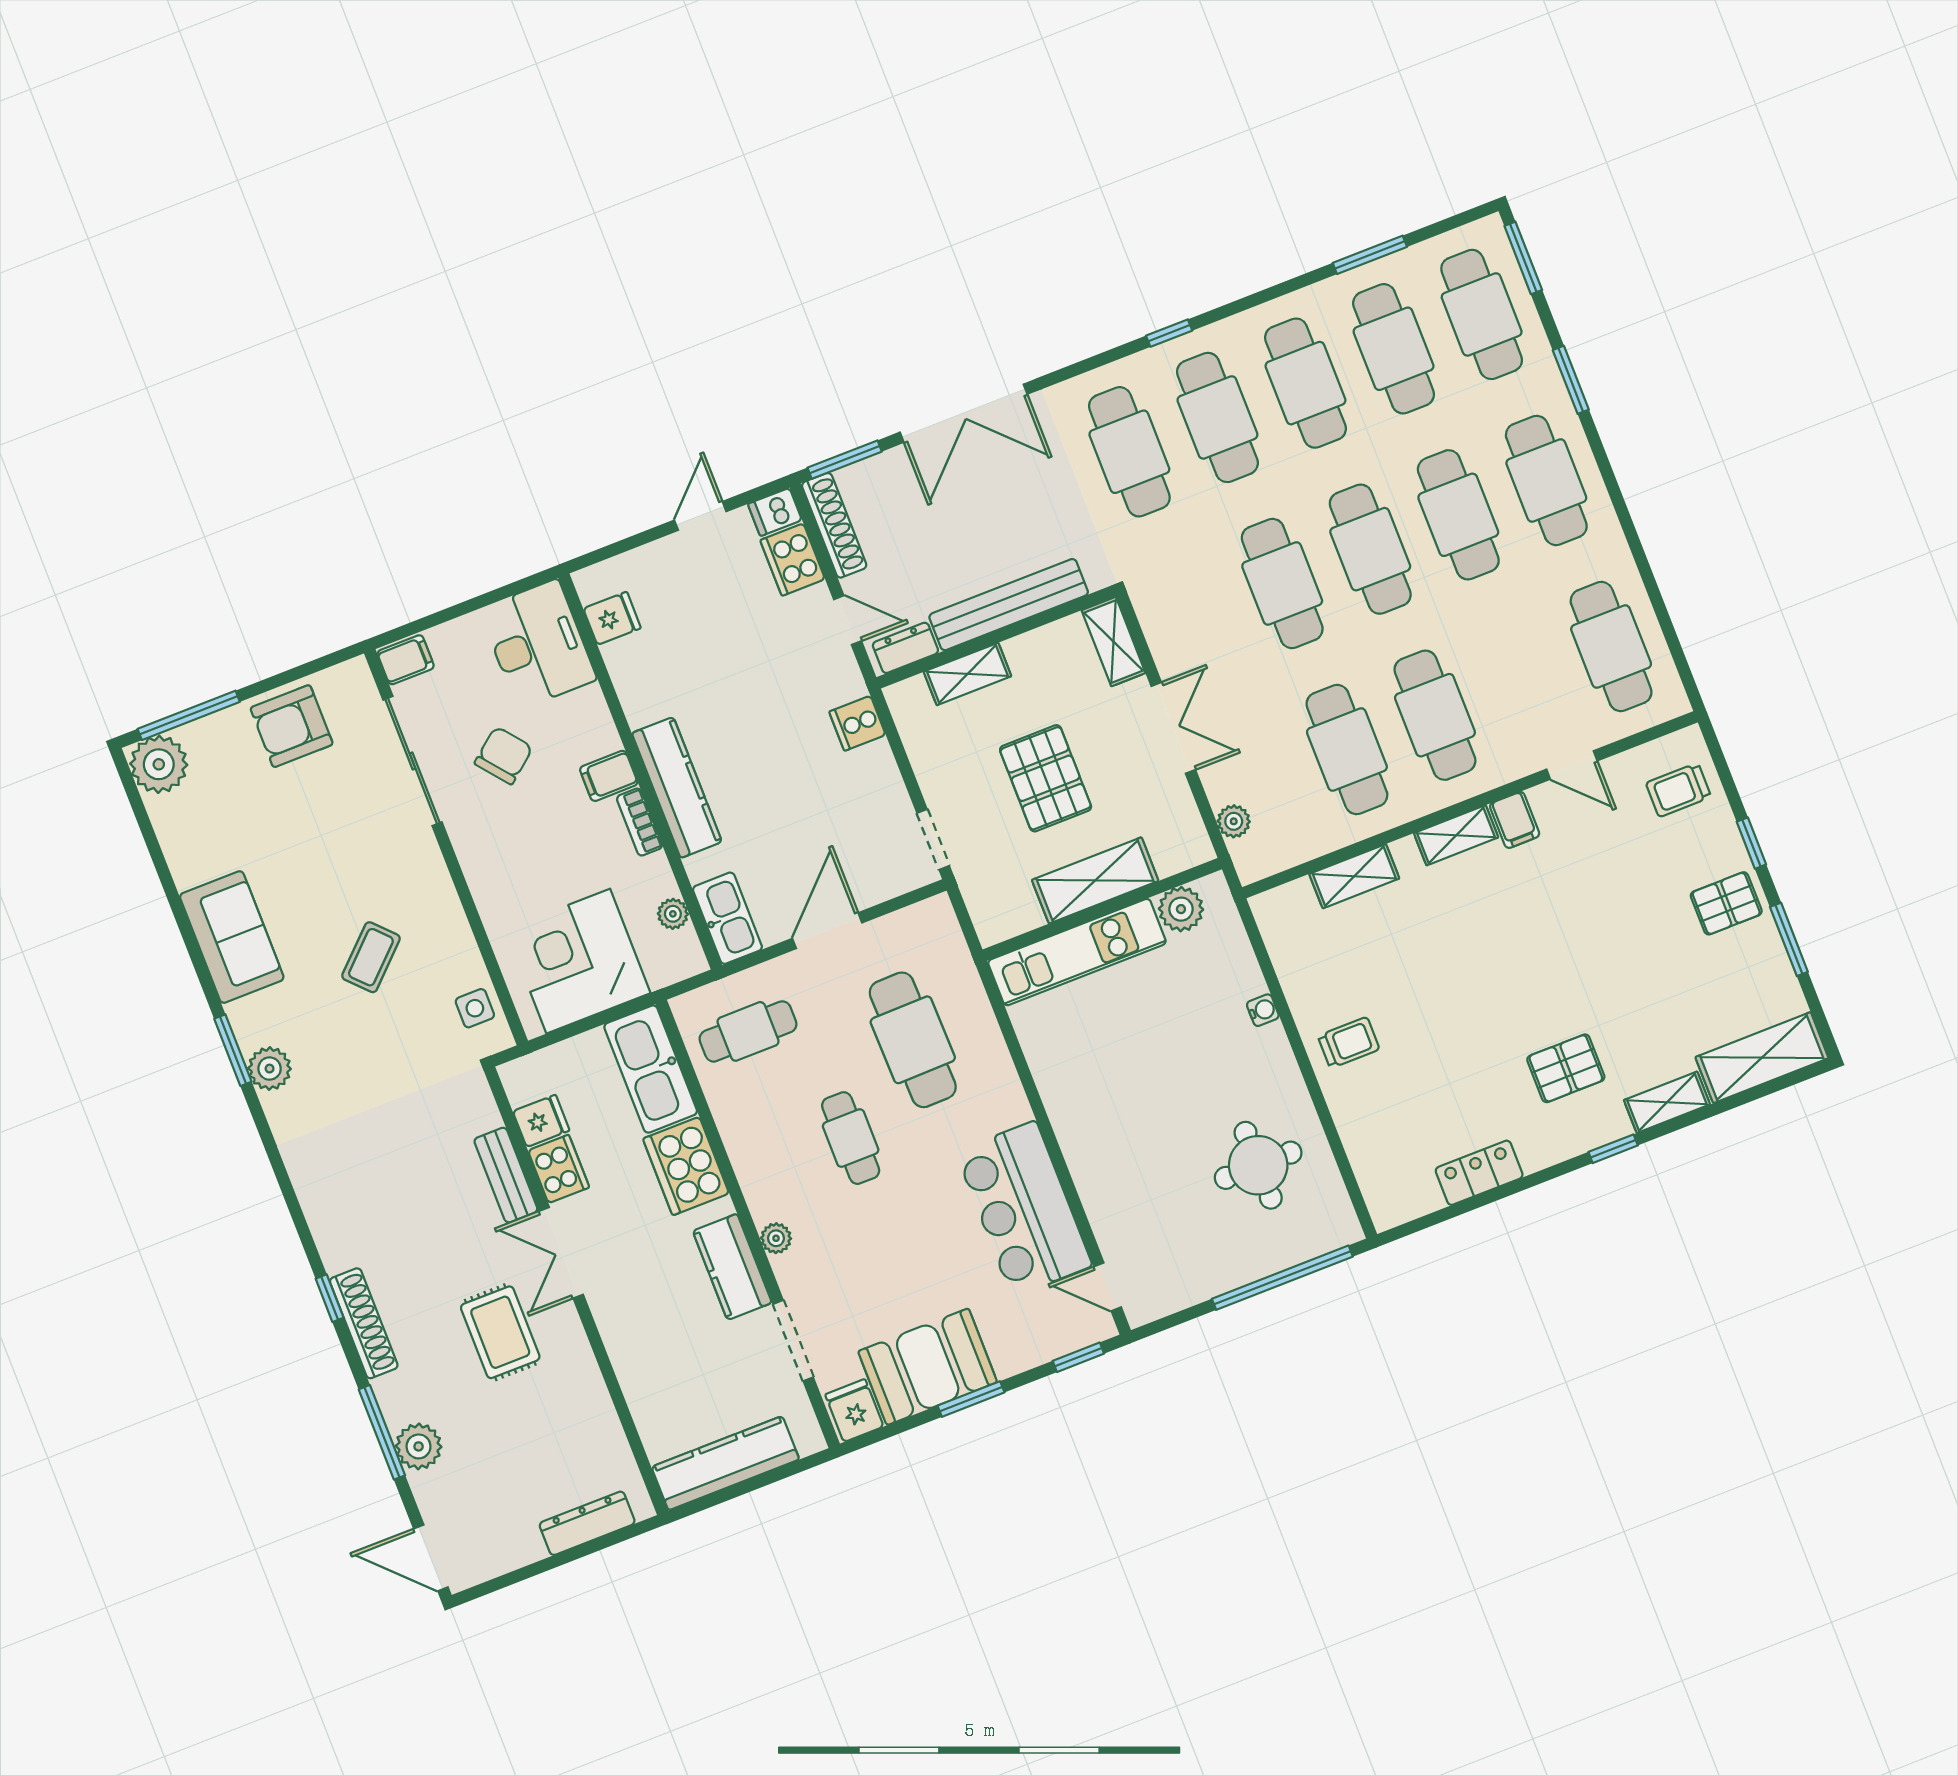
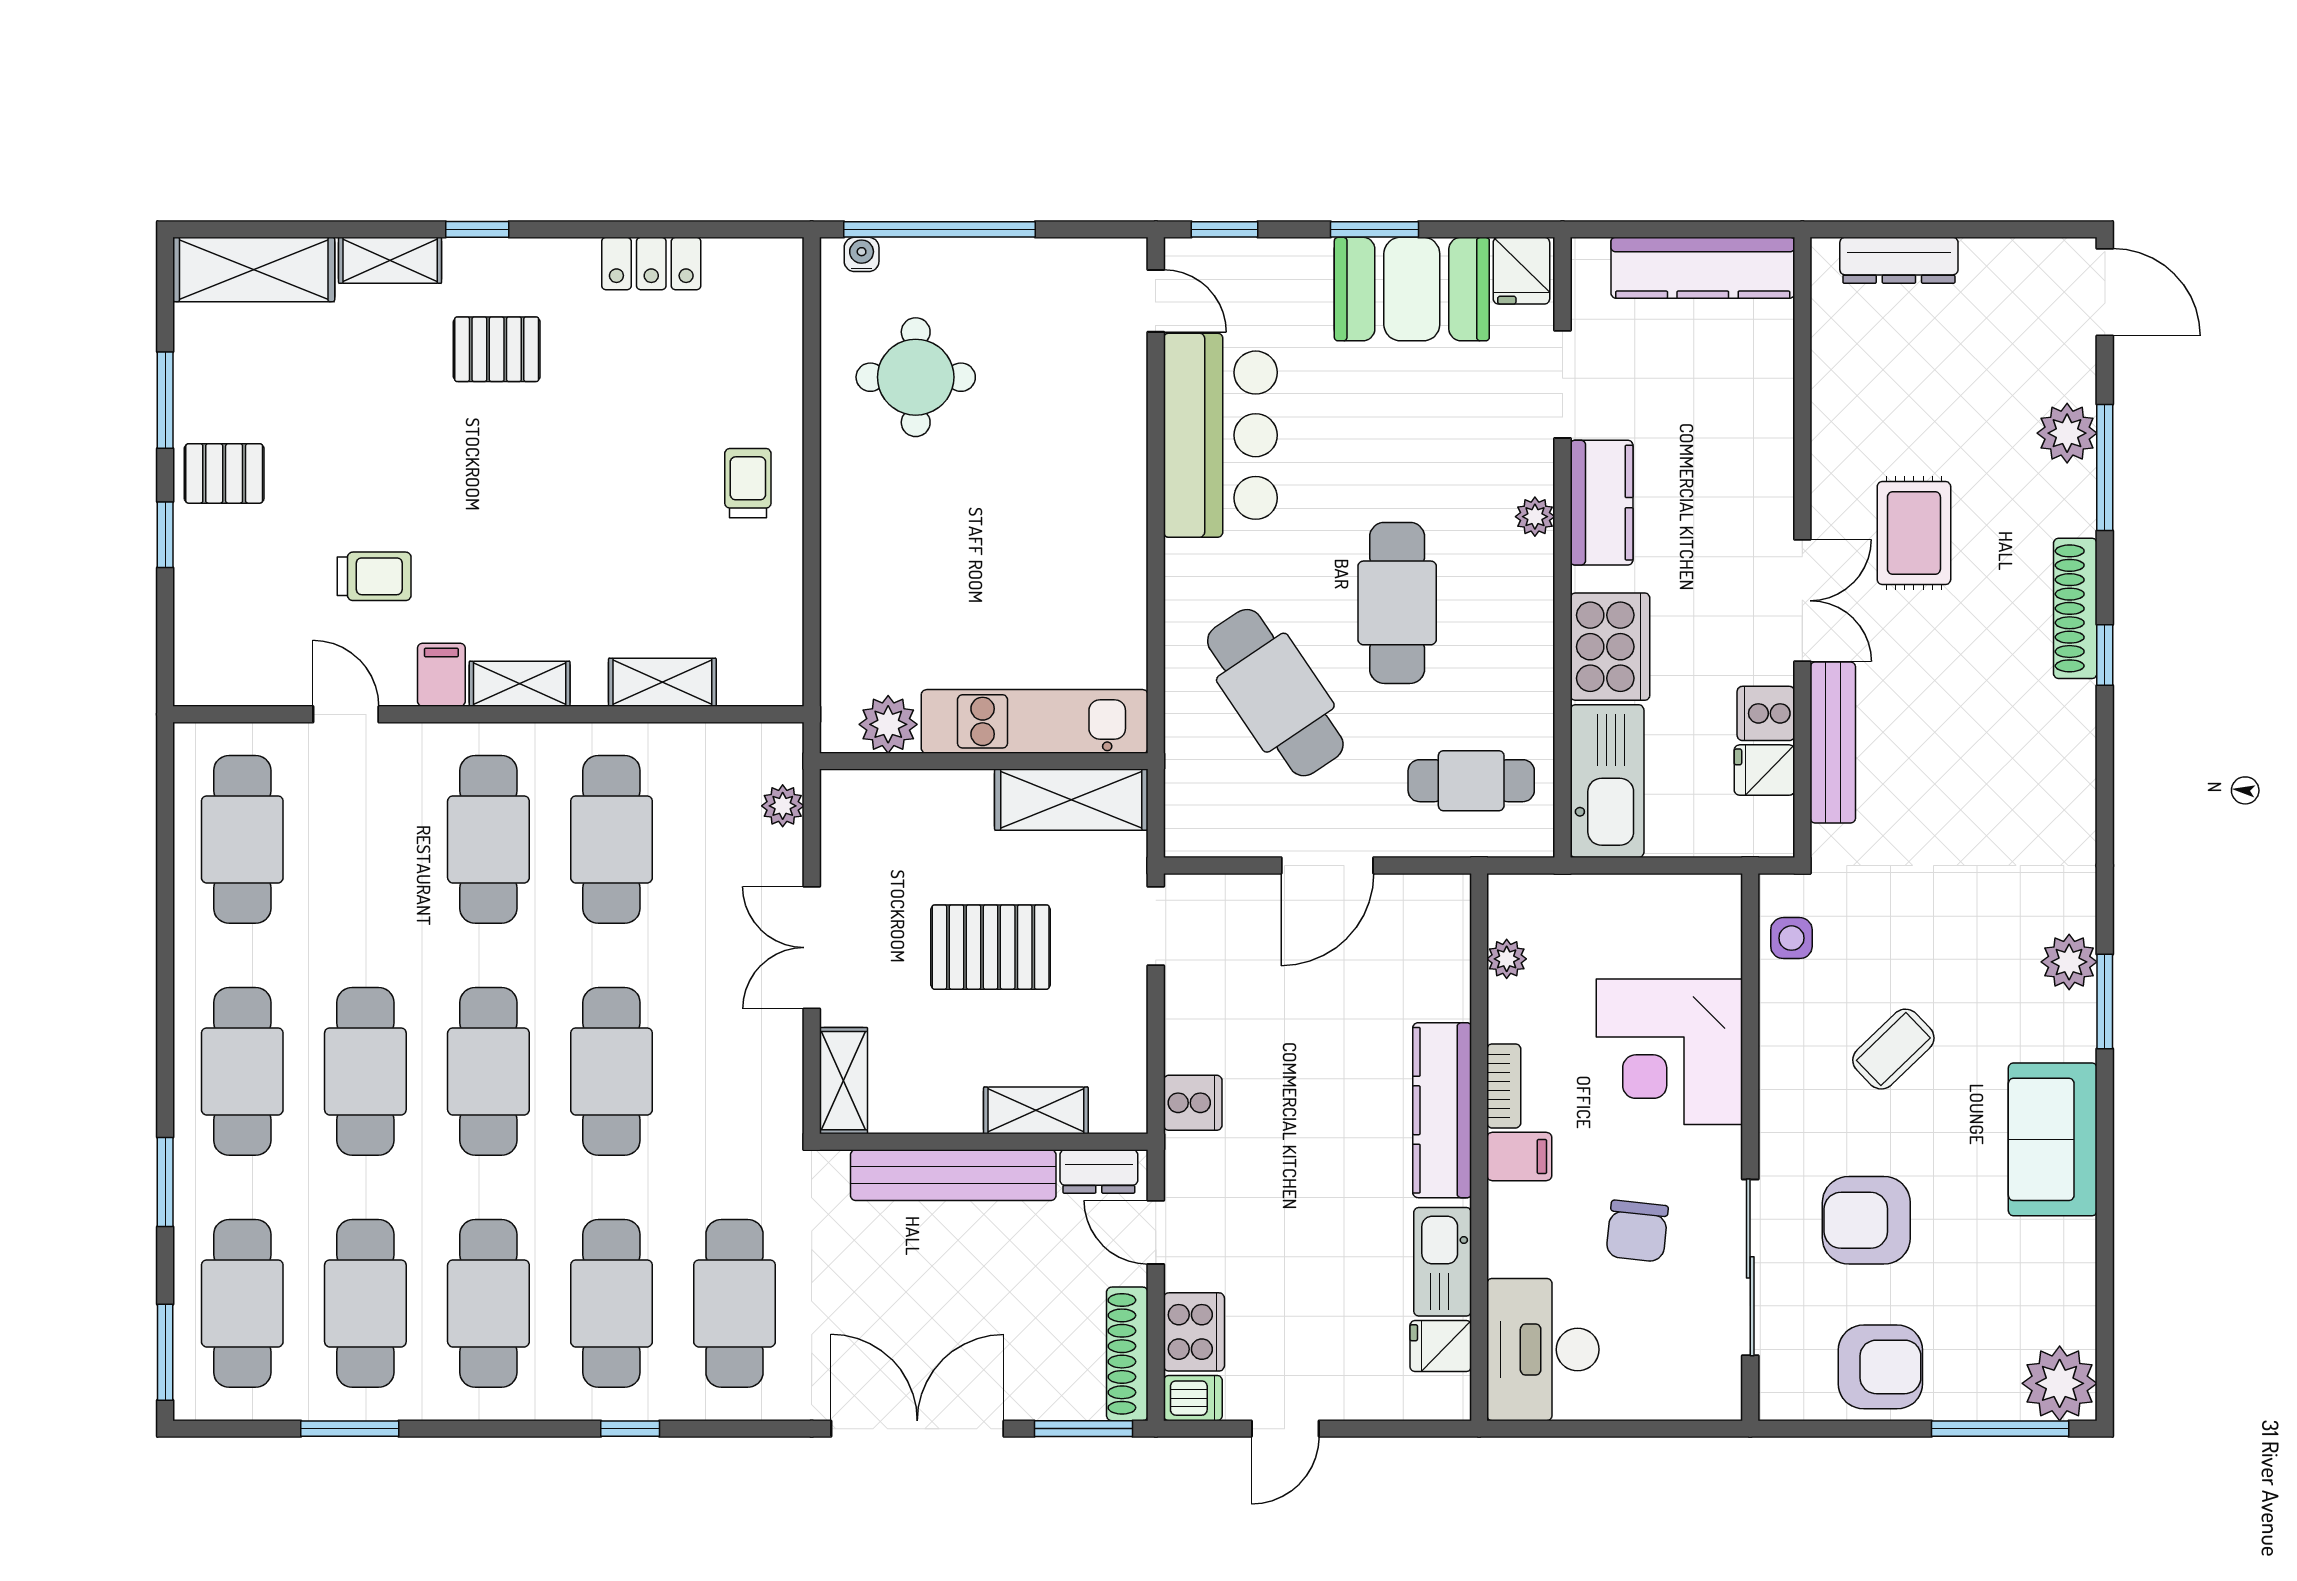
filing cabinet: (406, 660) -> (1711, 1393), removed
chair: (504, 755) -> (1637, 1231), turned -45
pallet: (1046, 778) -> (991, 947), turned 90
trolley: (1678, 790) -> (374, 576), moved
armchair: (343, 827) -> (1866, 1220), added
shelving: (1095, 880) -> (1071, 800), moved
kitchen sink: (727, 918) -> (1443, 1262), moved
corner desk: (578, 961) -> (1669, 1052), moved, turned 90
water cooler: (1263, 1010) -> (862, 254), moved, turned 90
cafe table: (913, 1040) -> (1275, 693), turned -33
trolley: (1349, 1043) -> (748, 483), turned 90
cafe table: (851, 1138) -> (1397, 603), width x1.37, depth x1.35
cooker: (559, 1169) -> (1766, 713), width x0.73
bench: (506, 1175) -> (1833, 743), width x1.36

